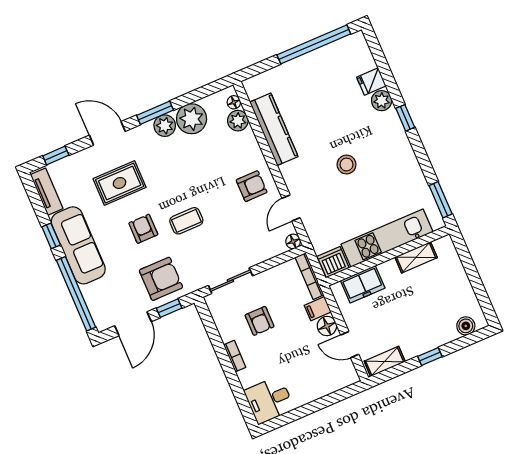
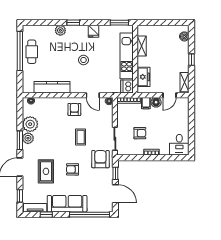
cafe table: (322, 66) -> (32, 52), added
fridge: (371, 82) -> (94, 31), moved
plant: (238, 121) -> (41, 103), removed
coffee table: (186, 221) -> (81, 137), moved
window: (51, 236) -> (46, 215), moved
armchair: (161, 279) -> (100, 159), moved

